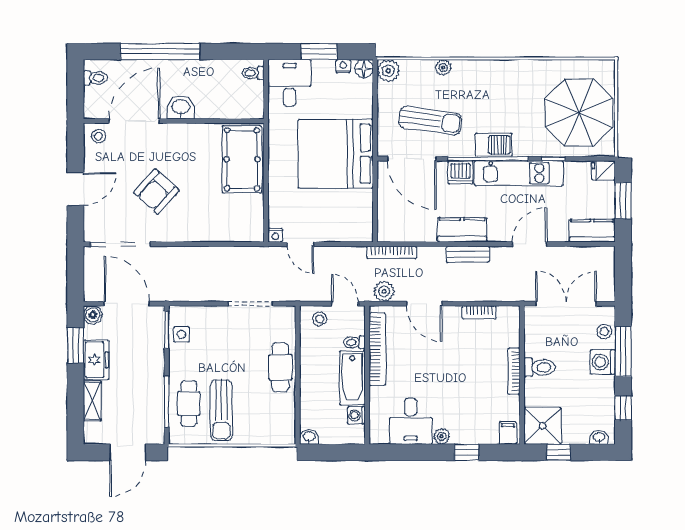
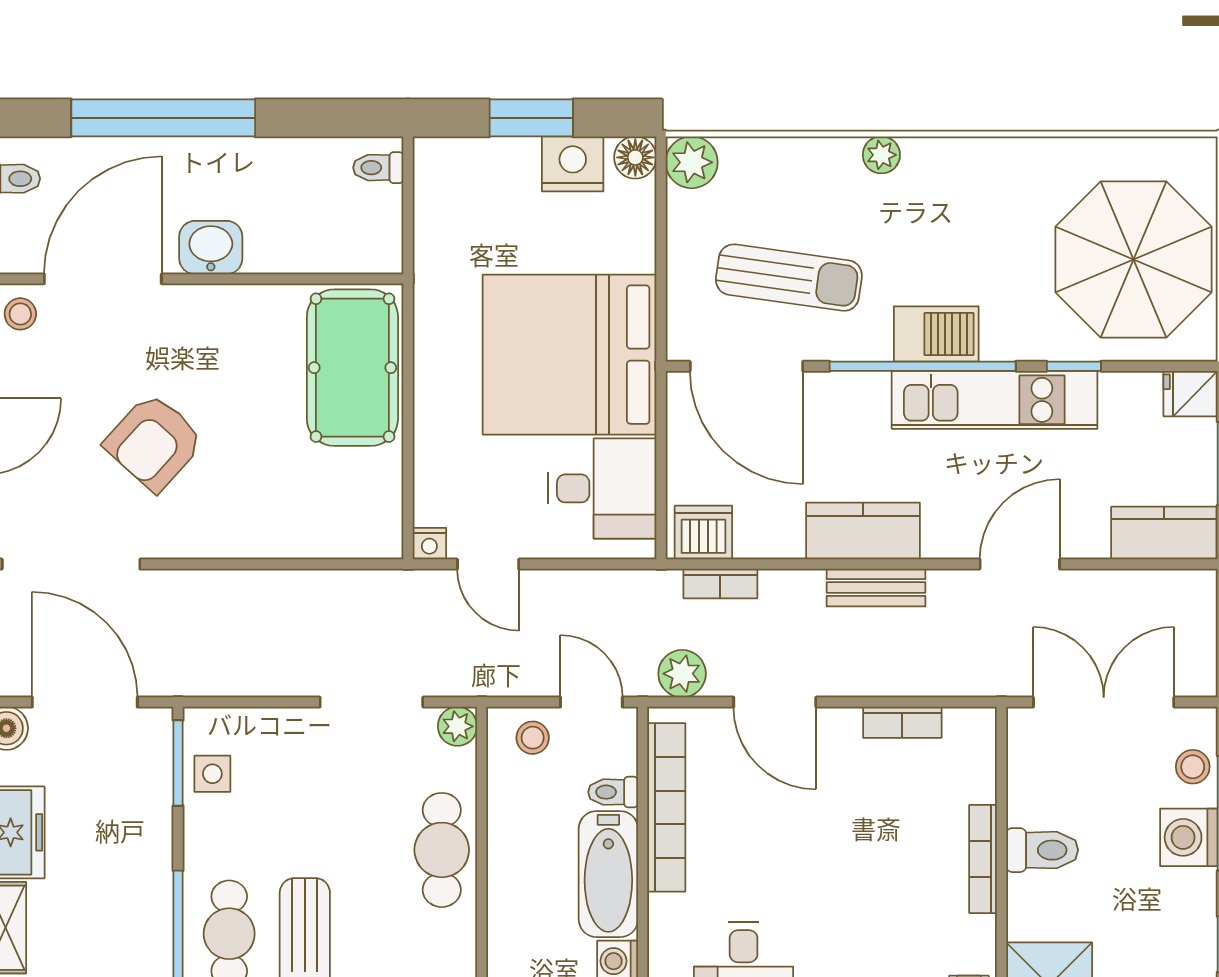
nightstand: (343, 66) -> (573, 164), width x1.89, depth x1.79
plant: (443, 68) -> (881, 155), moved
desk: (290, 83) -> (602, 488), moved, turned 90
dishwasher: (461, 172) -> (703, 533), moved, turned 180
bookcase: (392, 252) -> (720, 583), width x0.64
plant: (287, 314) -> (457, 726), added

